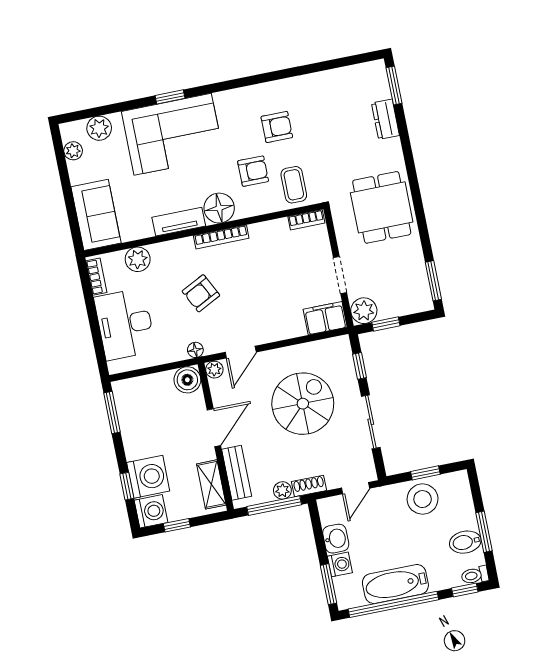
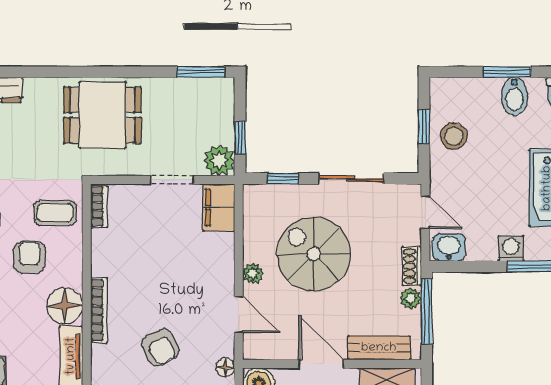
plant: (214, 370) -> (253, 274), moved
stool: (423, 499) -> (454, 136), width x0.73, depth x0.73
washbasin: (336, 539) -> (449, 247), moved

